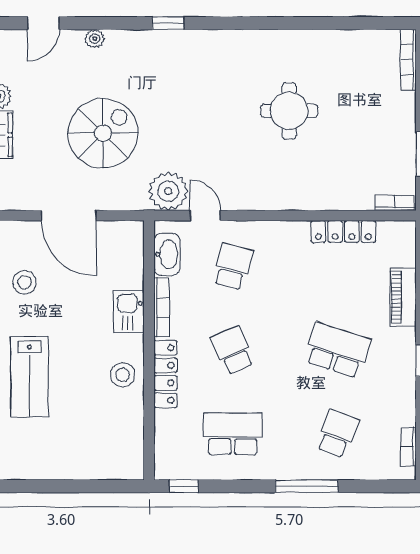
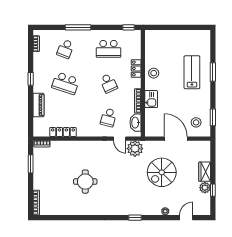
stool: (25, 282) -> (196, 122), moved
locker: (165, 374) -> (136, 68), width x0.66

